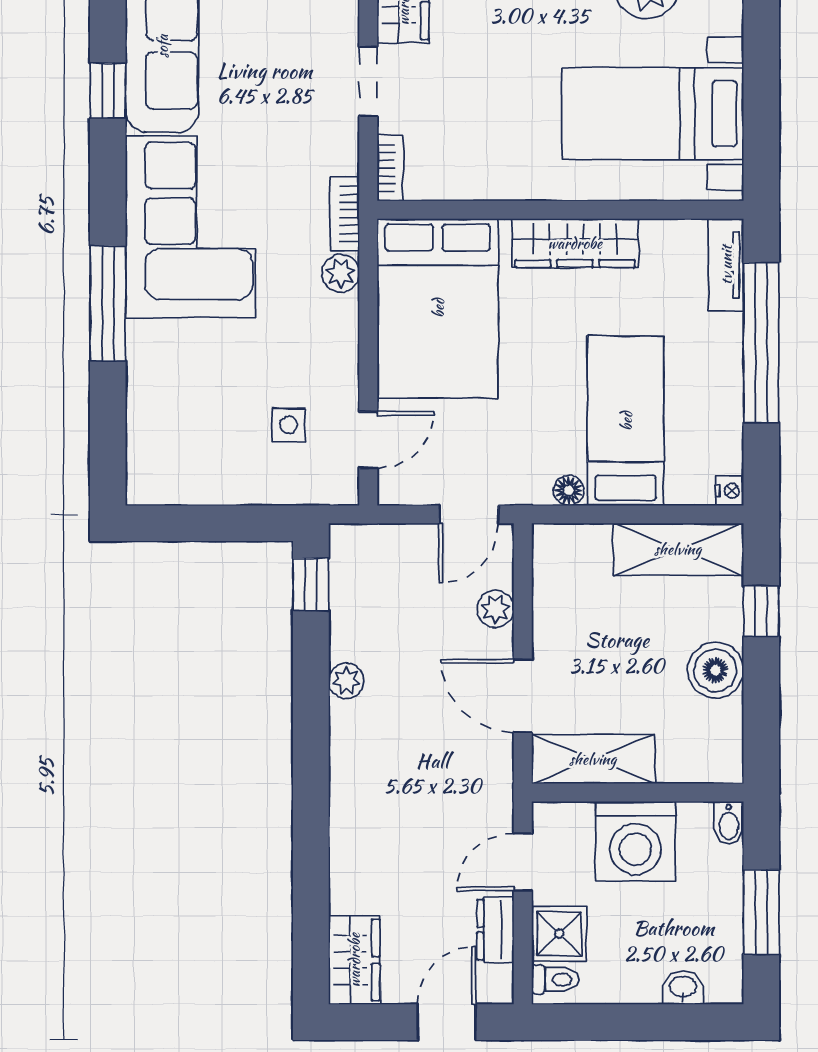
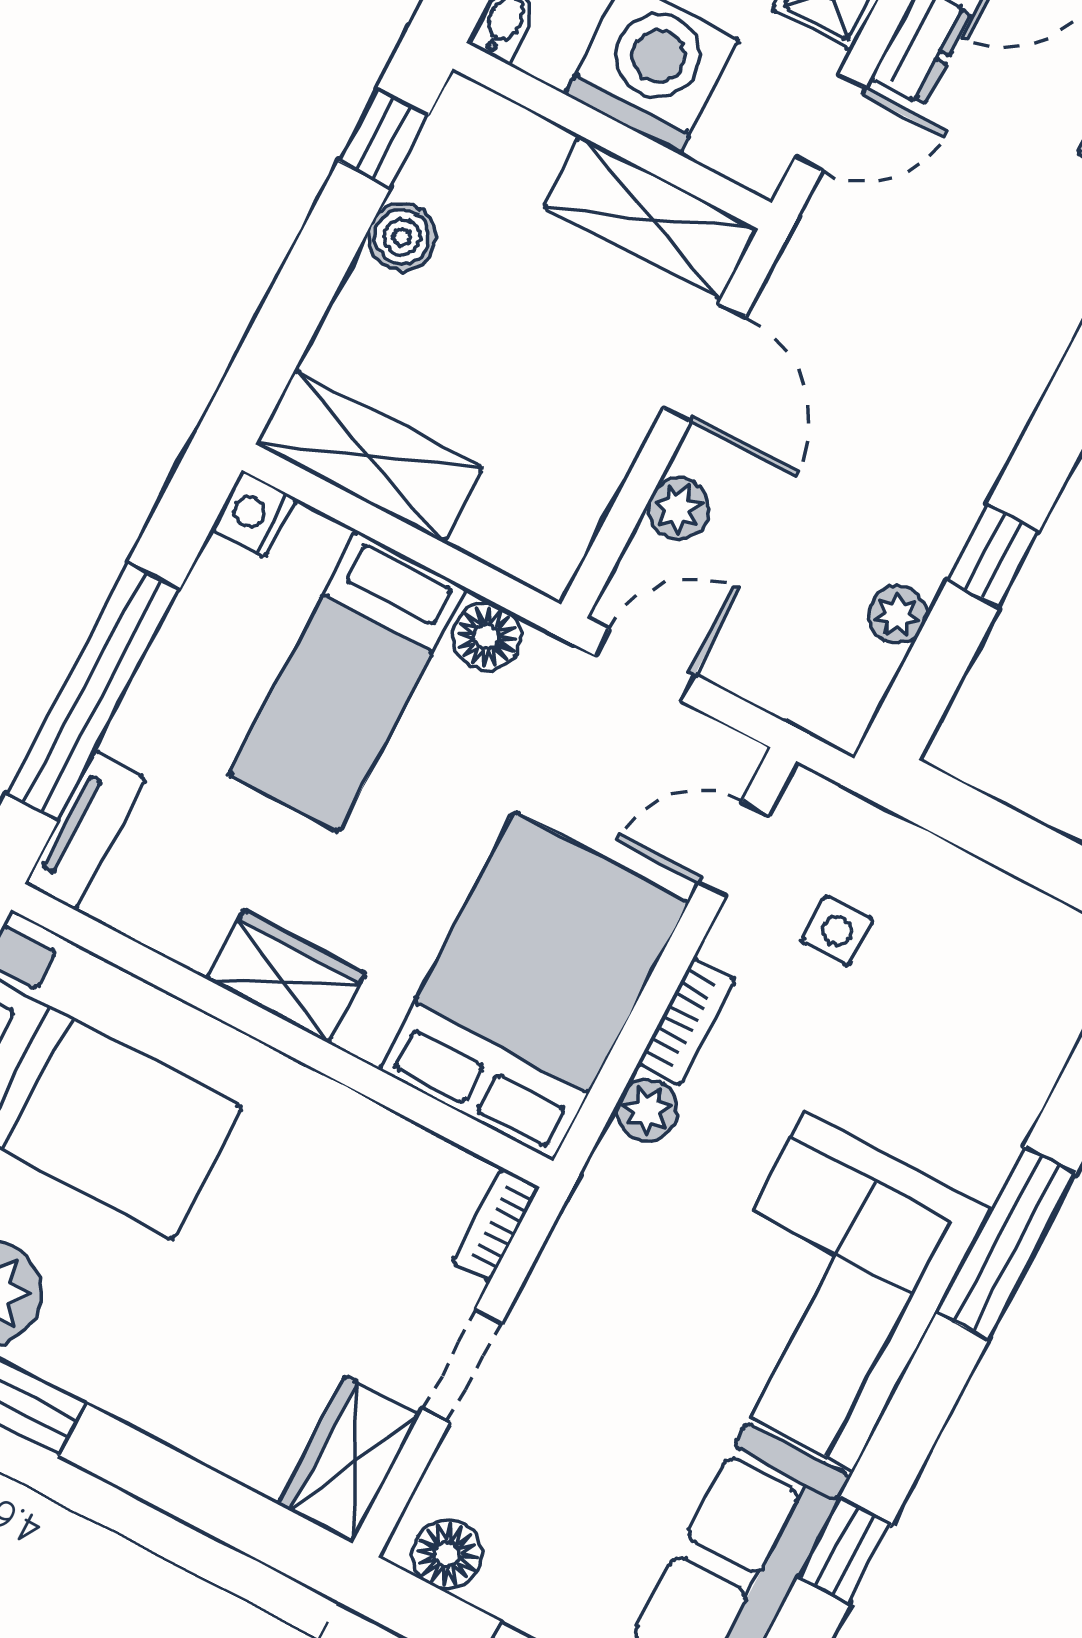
bookcase: (345, 214) -> (687, 1022), moved
wardrobe: (575, 243) -> (286, 976), width x0.67
floor lamp: (569, 490) -> (487, 637), width x1.37, depth x1.37
nightstand: (729, 491) -> (254, 514), width x1.39, depth x1.35
window: (311, 584) -> (993, 556), moved
window: (761, 611) -> (383, 138), moved
boiler: (715, 670) -> (402, 237), width x0.73, depth x0.73
plant: (346, 681) -> (897, 615), moved

